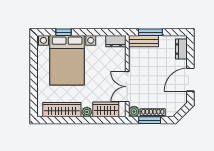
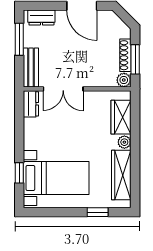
window: (150, 32) -> (19, 39), moved
bed with nightstands: (67, 60) -> (56, 178), width x0.73
double door: (127, 87) -> (63, 89), moved
window: (34, 92) -> (98, 212), added

